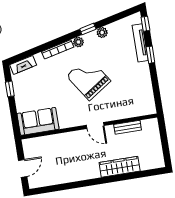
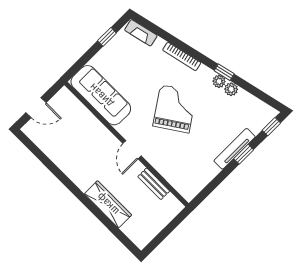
plant: (78, 42) -> (219, 81), moved
tv unit: (140, 43) -> (235, 149), moved
sofa: (38, 121) -> (101, 95), width x1.36

